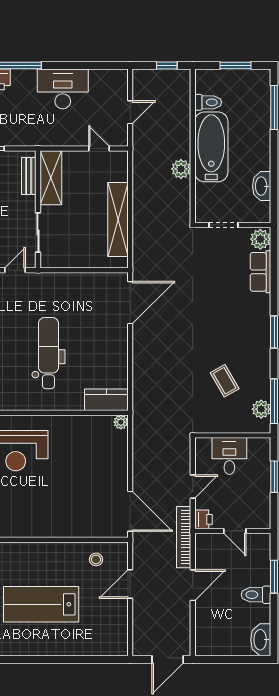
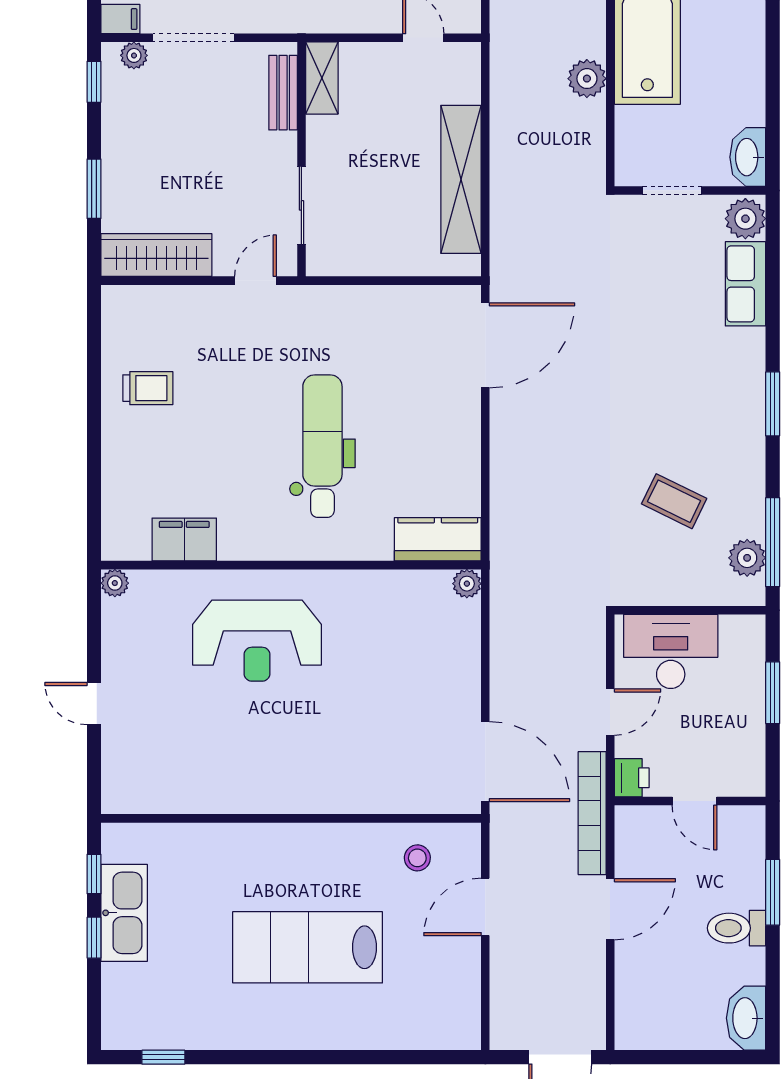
shelving: (51, 178) -> (322, 78), width x0.67, depth x0.75
washbasin: (262, 186) -> (748, 157), moved
coffee table: (225, 381) -> (674, 501), turned -34
desk: (229, 456) -> (671, 651), width x1.37

